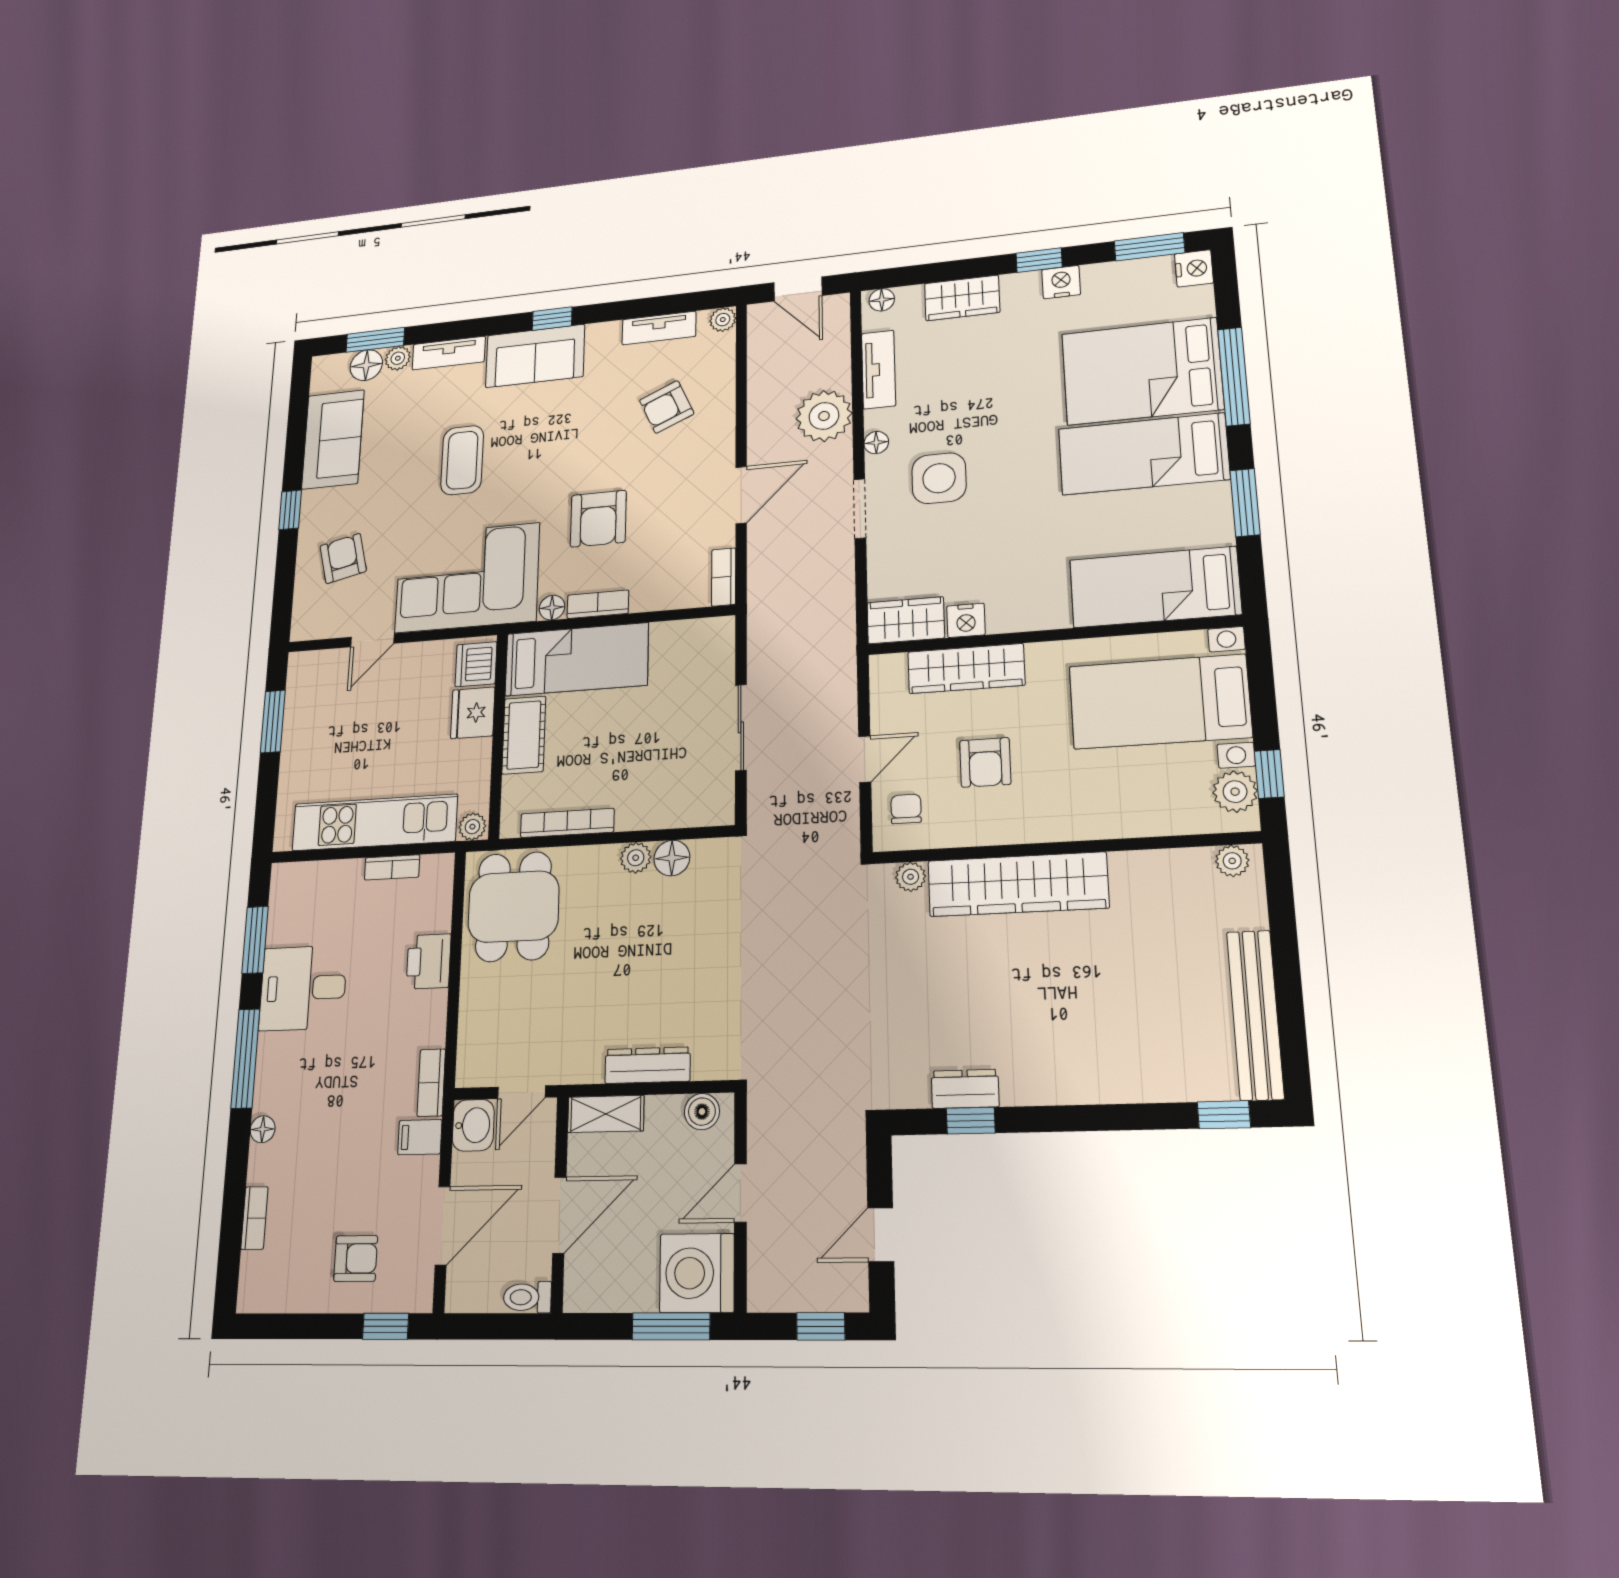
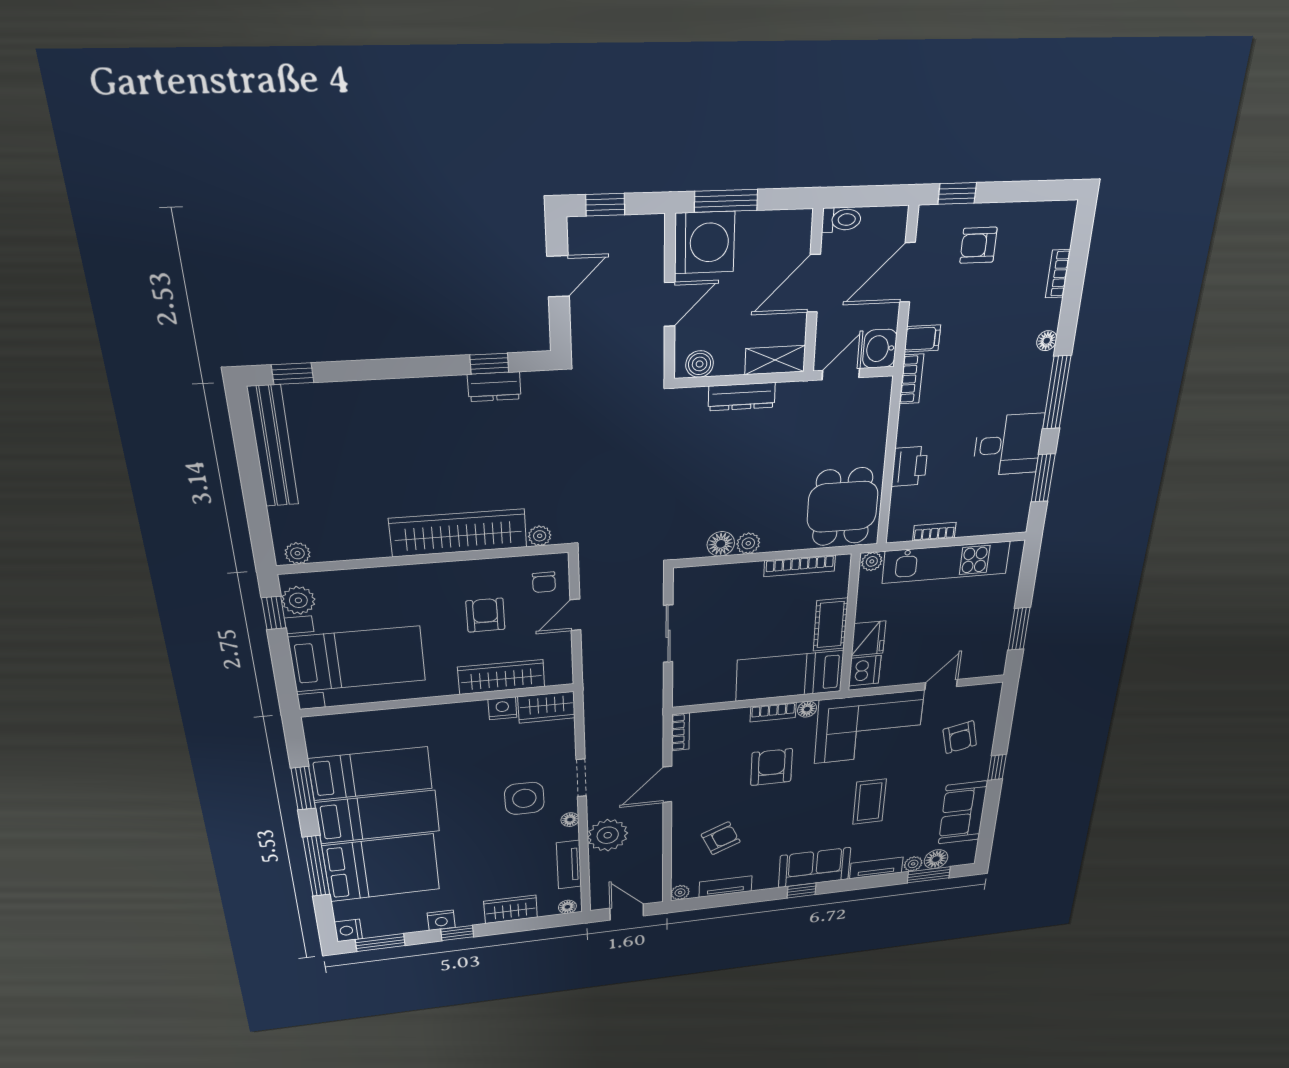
bed: (1155, 587) -> (371, 774), moved

